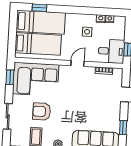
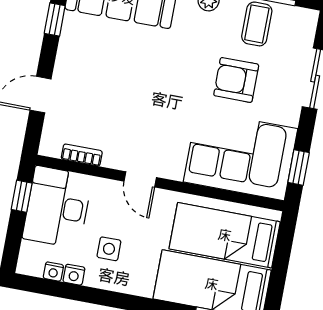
desk: (111, 51) -> (57, 207), width x1.37
door: (77, 63) -> (140, 179), hinge flipped
armchair: (42, 111) -> (236, 80), turned 180

